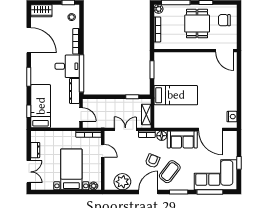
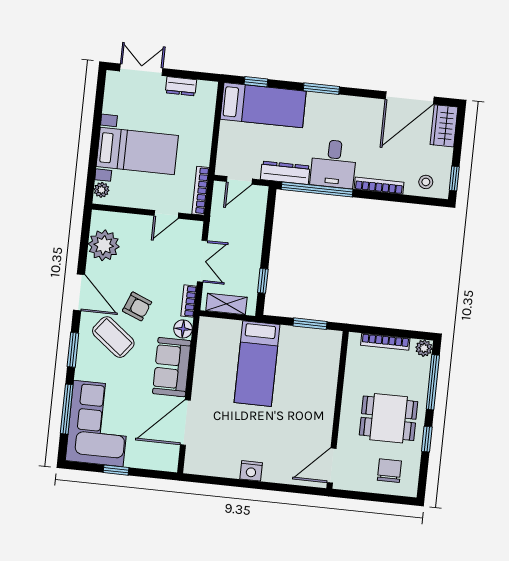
door: (29, 40) -> (410, 98), moved
nightstand: (232, 117) -> (251, 471), moved
double door: (29, 172) -> (141, 70), swing flipped

